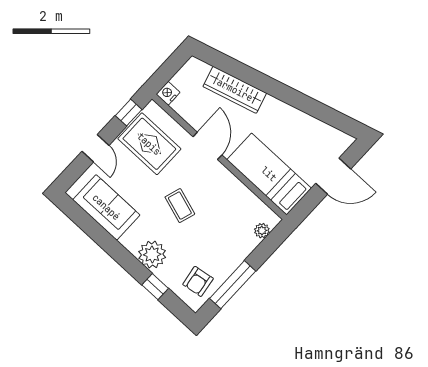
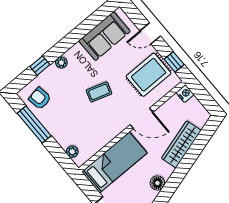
floor lamp: (289, 115) -> (157, 183), added
plant: (152, 254) -> (61, 63), width x0.53, depth x0.53

